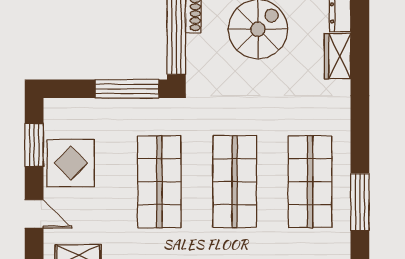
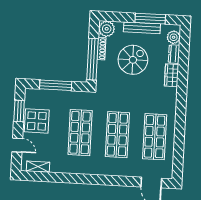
window: (127, 89) -> (56, 85), moved
window: (360, 202) -> (179, 148), removed

